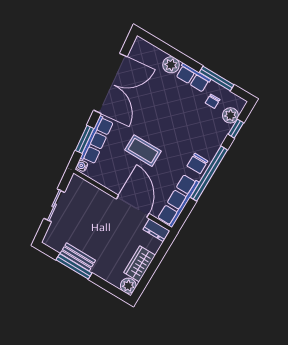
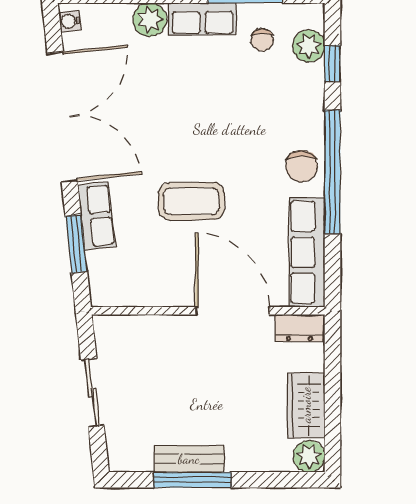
row of seats: (97, 140) -> (97, 216), width x0.68
water cooler: (82, 166) -> (70, 21), moved

